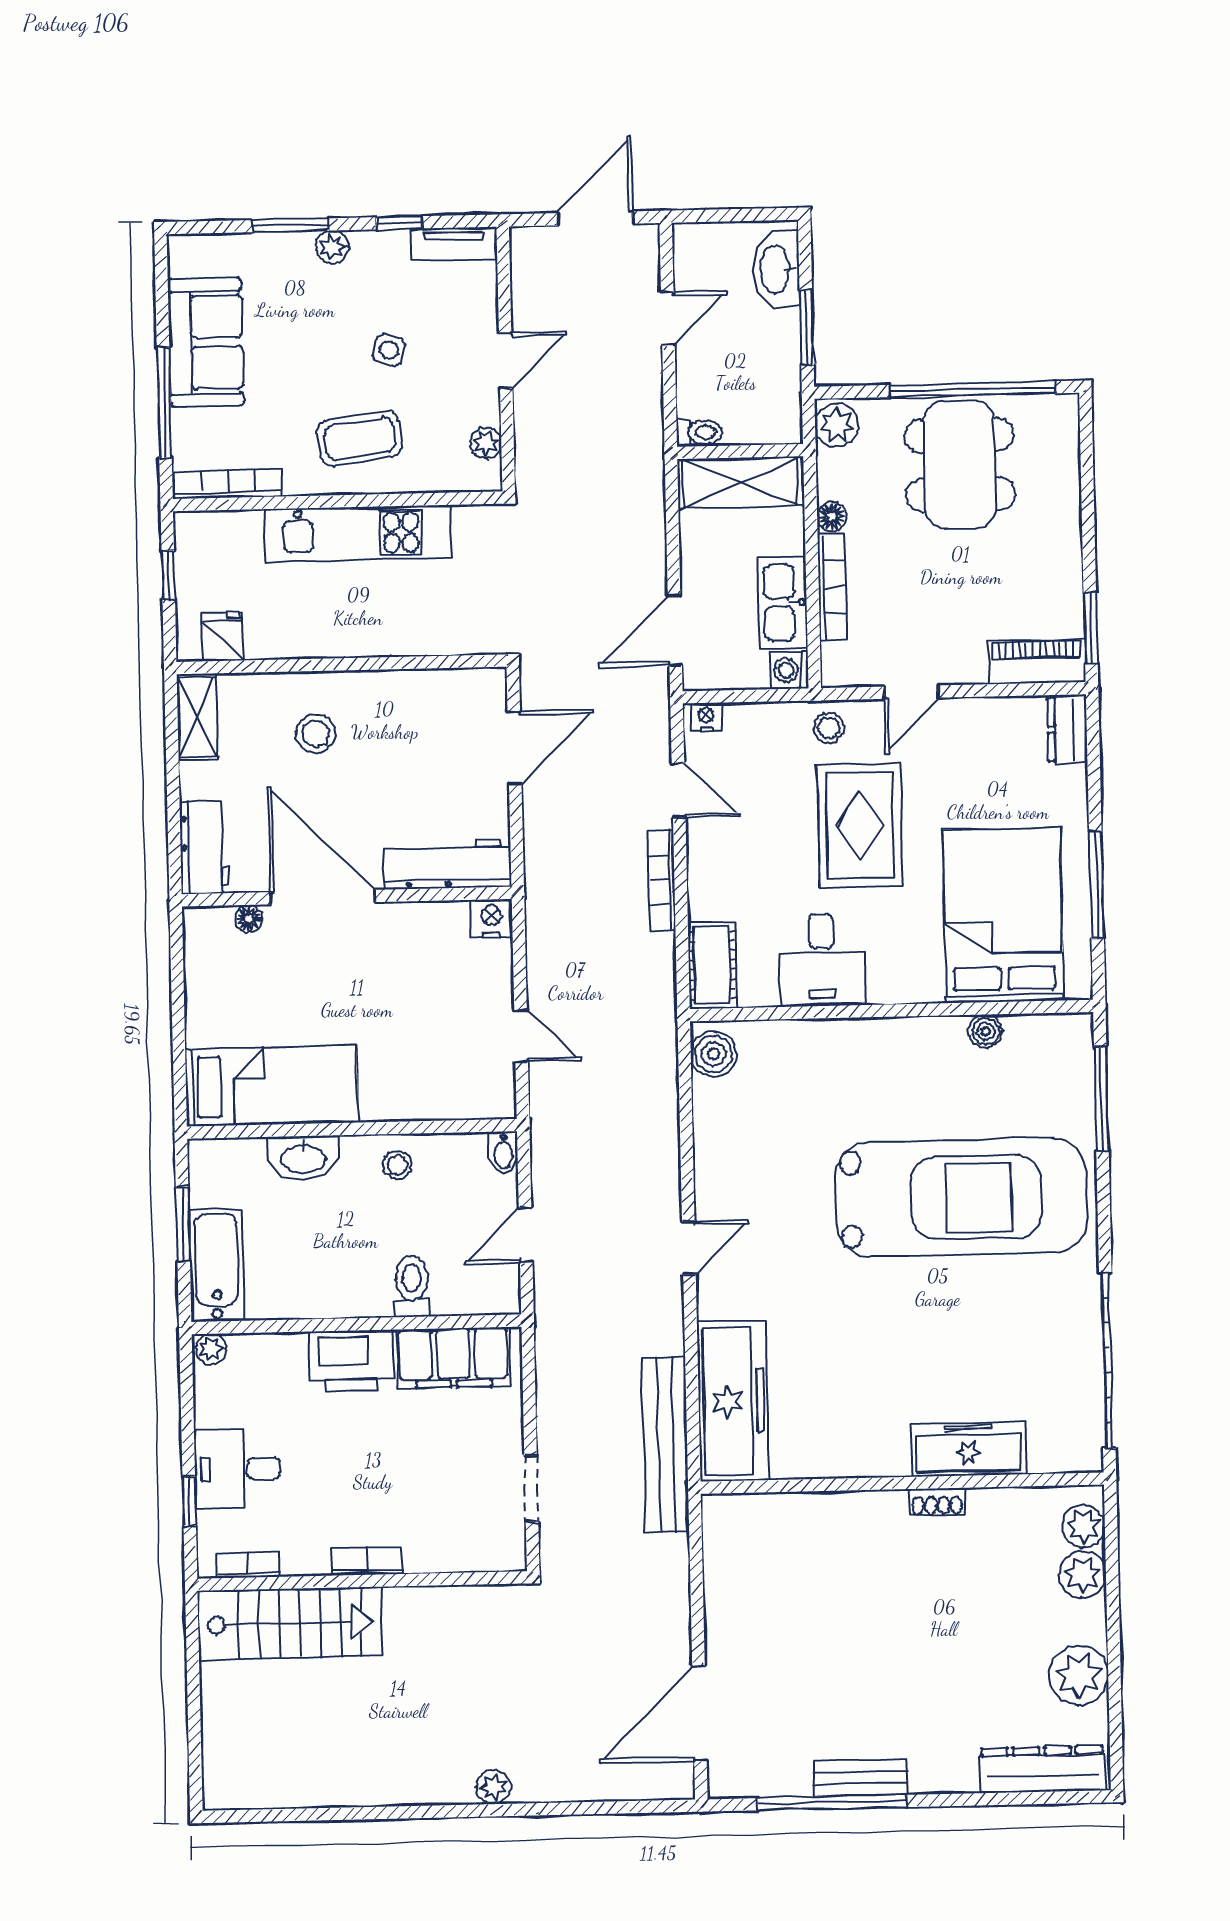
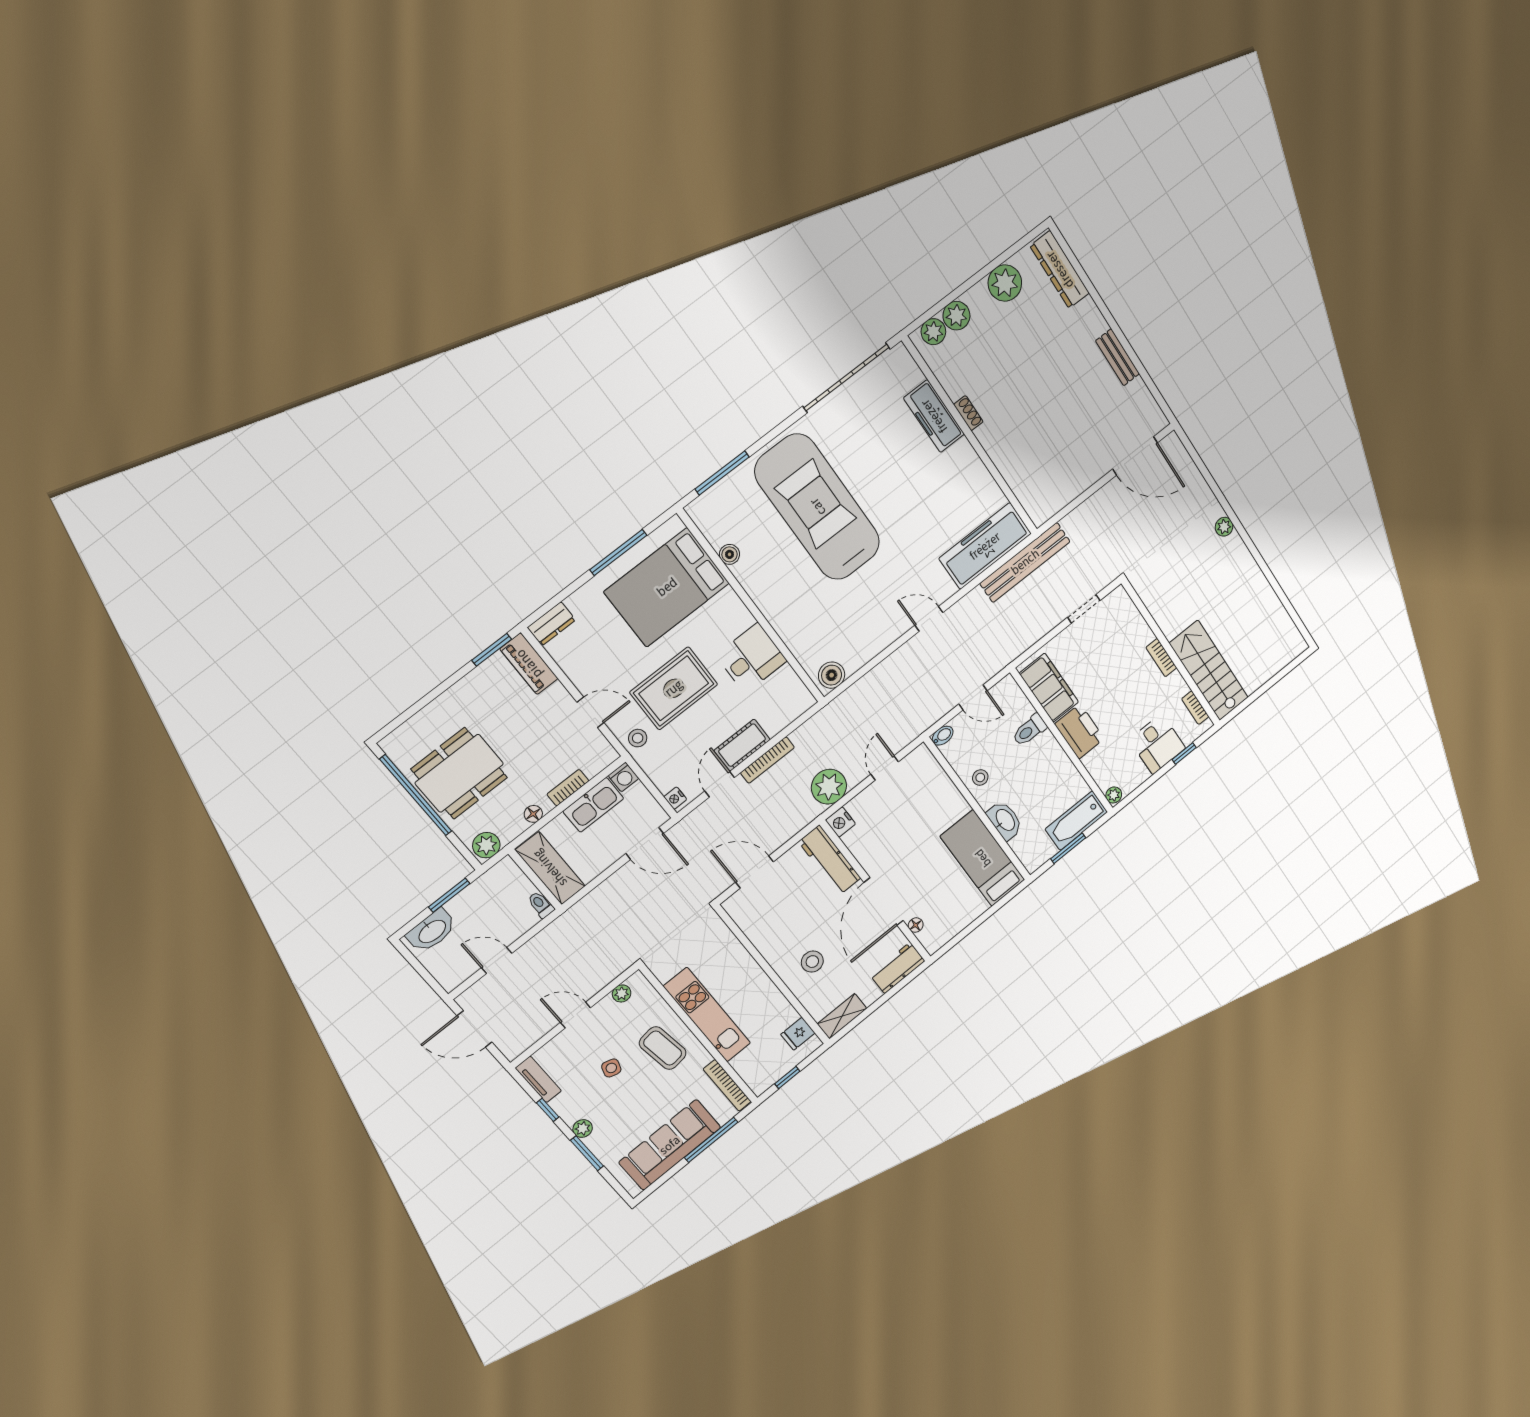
sofa: (206, 342) -> (670, 1145), width x1.36
bookcase: (832, 587) -> (568, 788), width x0.64
plant: (556, 938) -> (829, 787), added
cot: (712, 965) -> (742, 745), moved
window: (832, 1803) -> (1137, 363), removed

